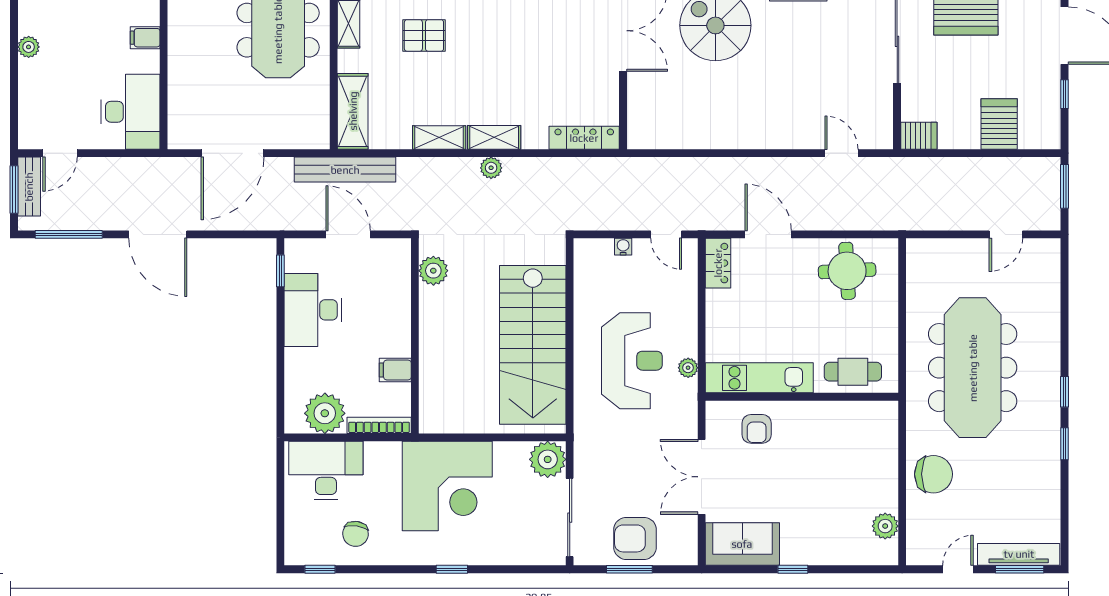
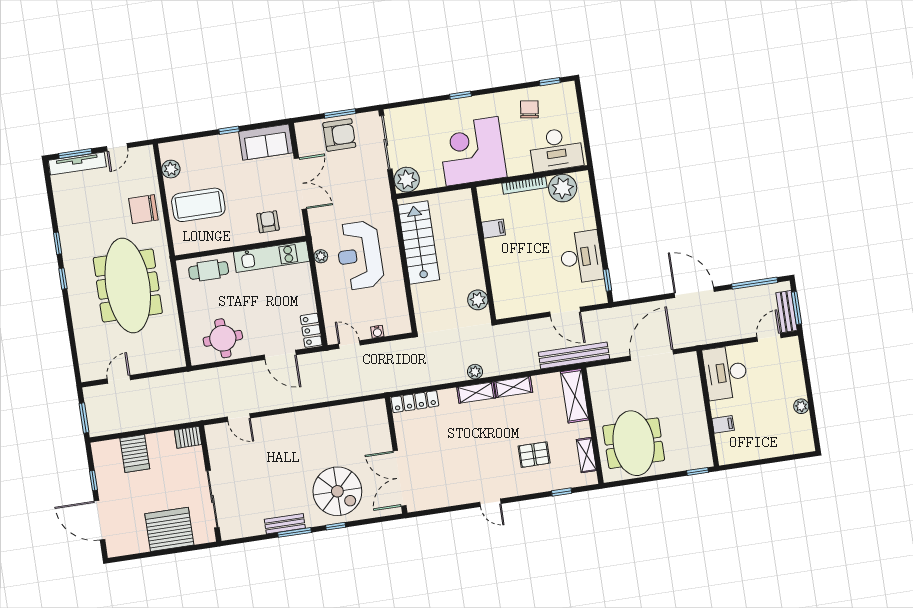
plant: (433, 271) -> (478, 300), moved
wall: (415, 336) -> (484, 254), moved
stairs: (533, 345) -> (419, 243), width x0.73, depth x0.66
filing cabinet: (395, 370) -> (493, 229), moved
coffee table: (853, 468) -> (198, 205), added

